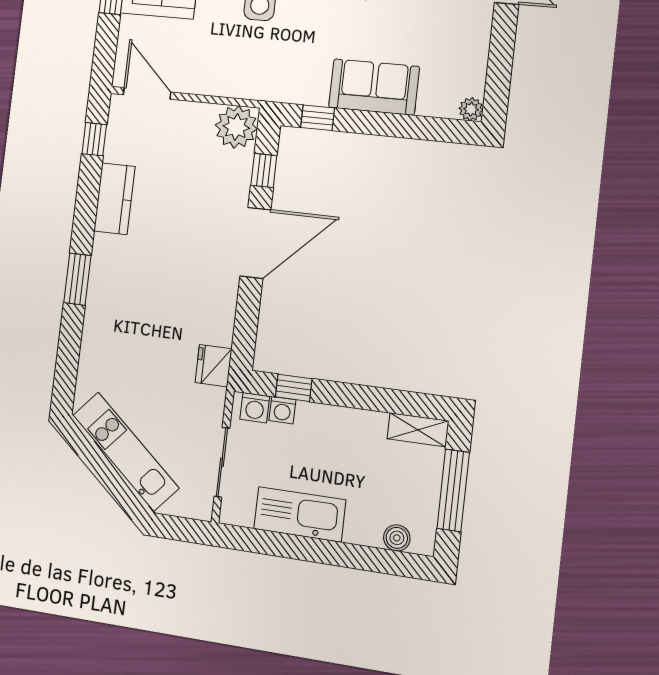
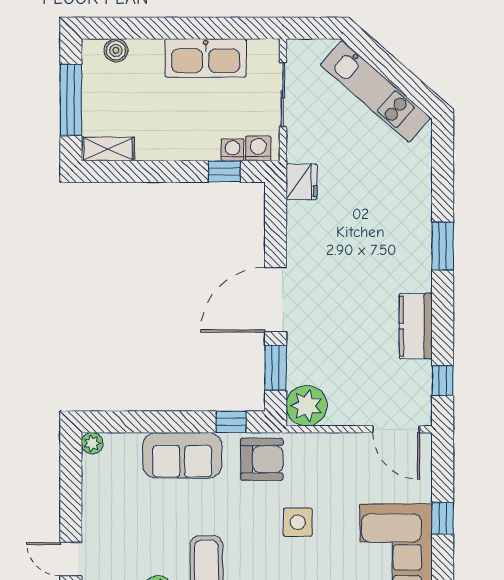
armchair: (290, 75) -> (262, 459), added
window: (264, 171) -> (276, 368), width x1.50

